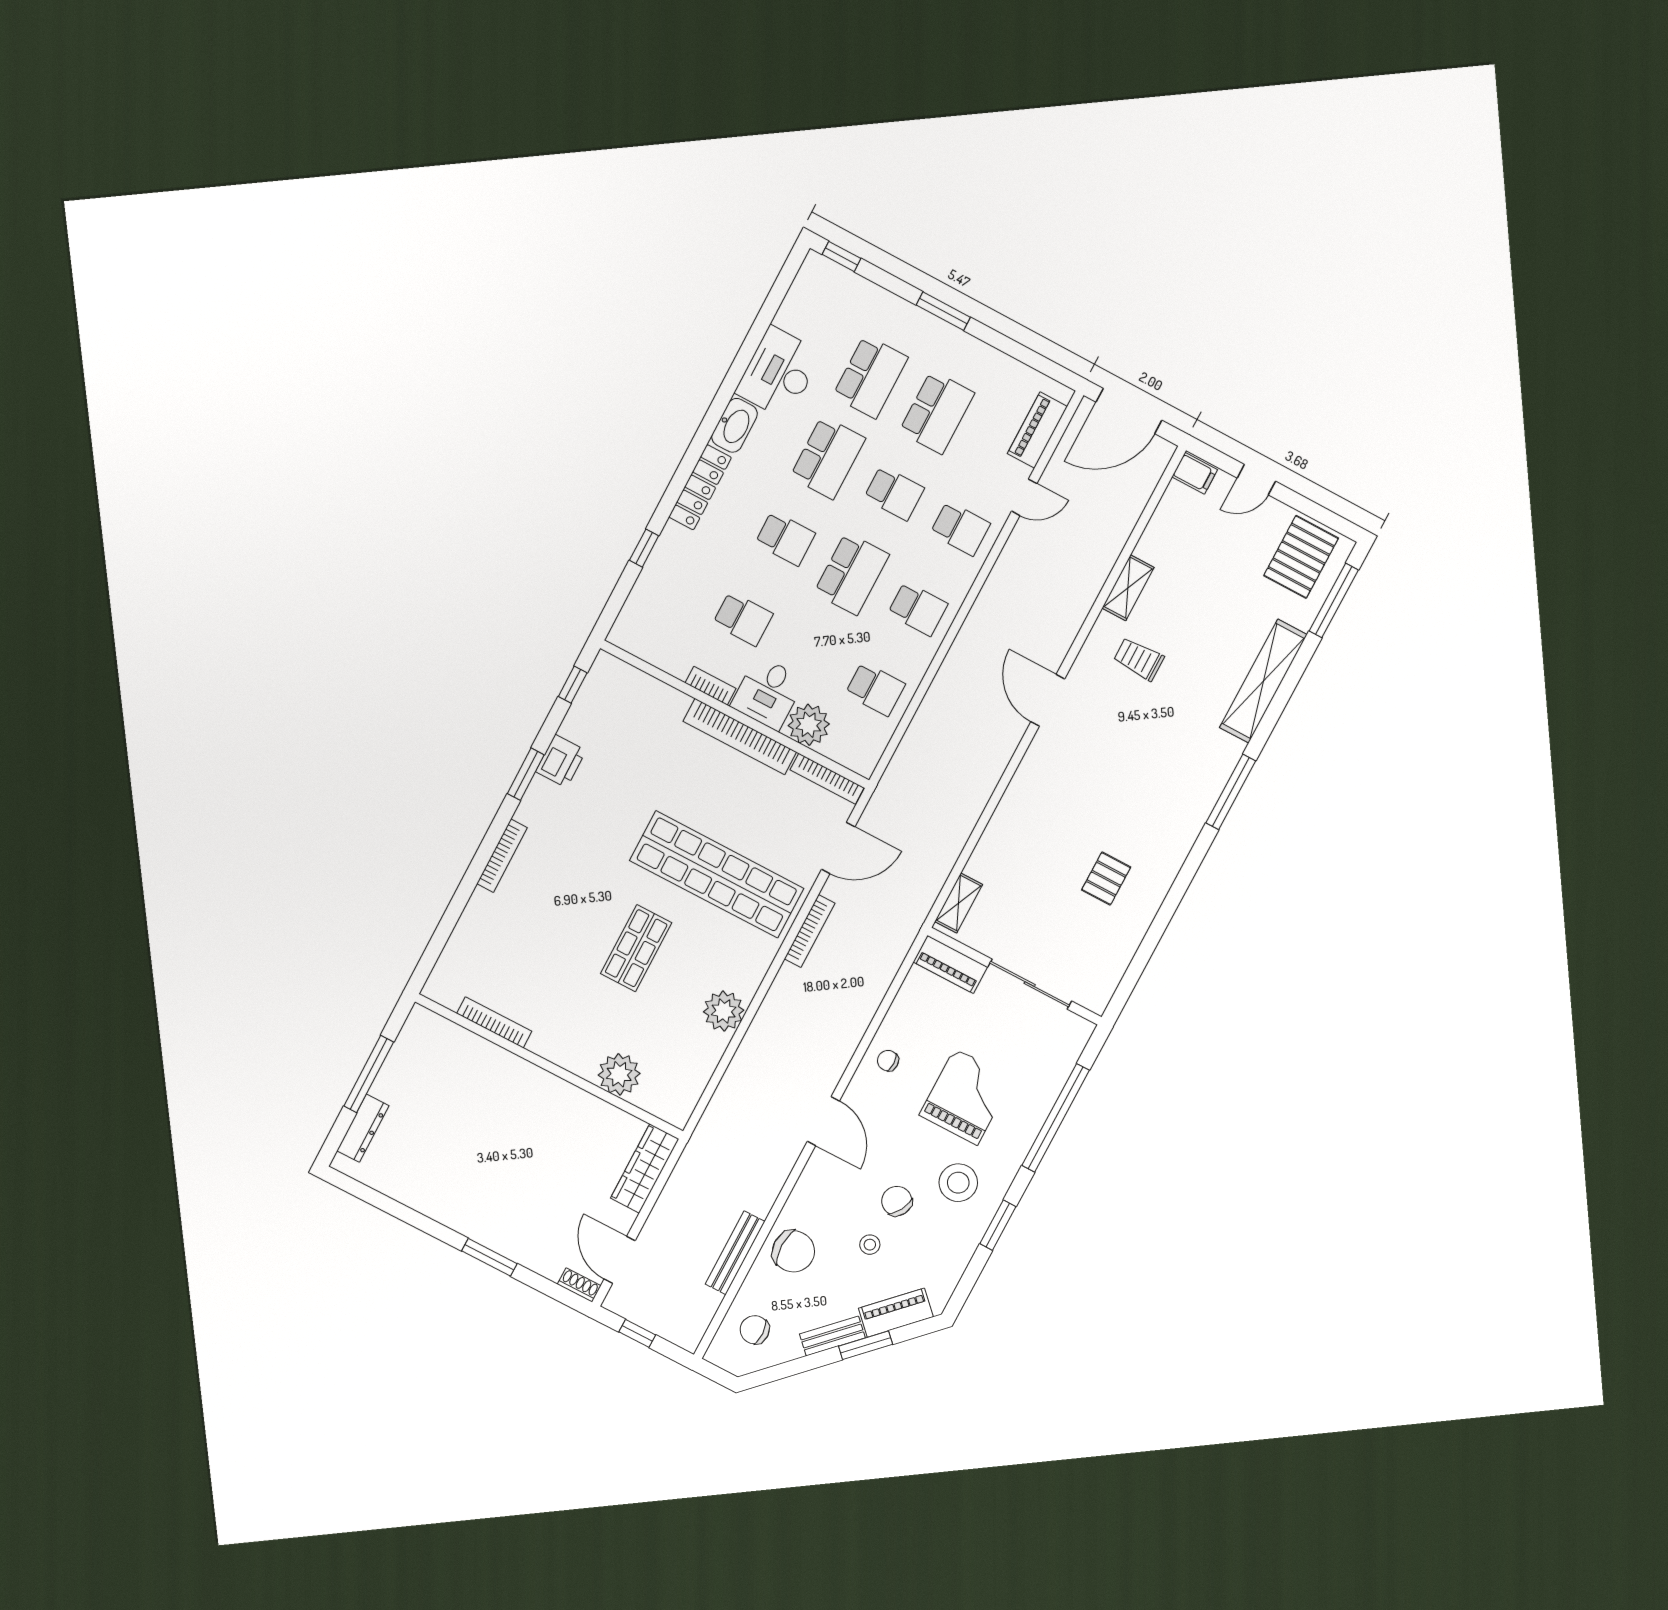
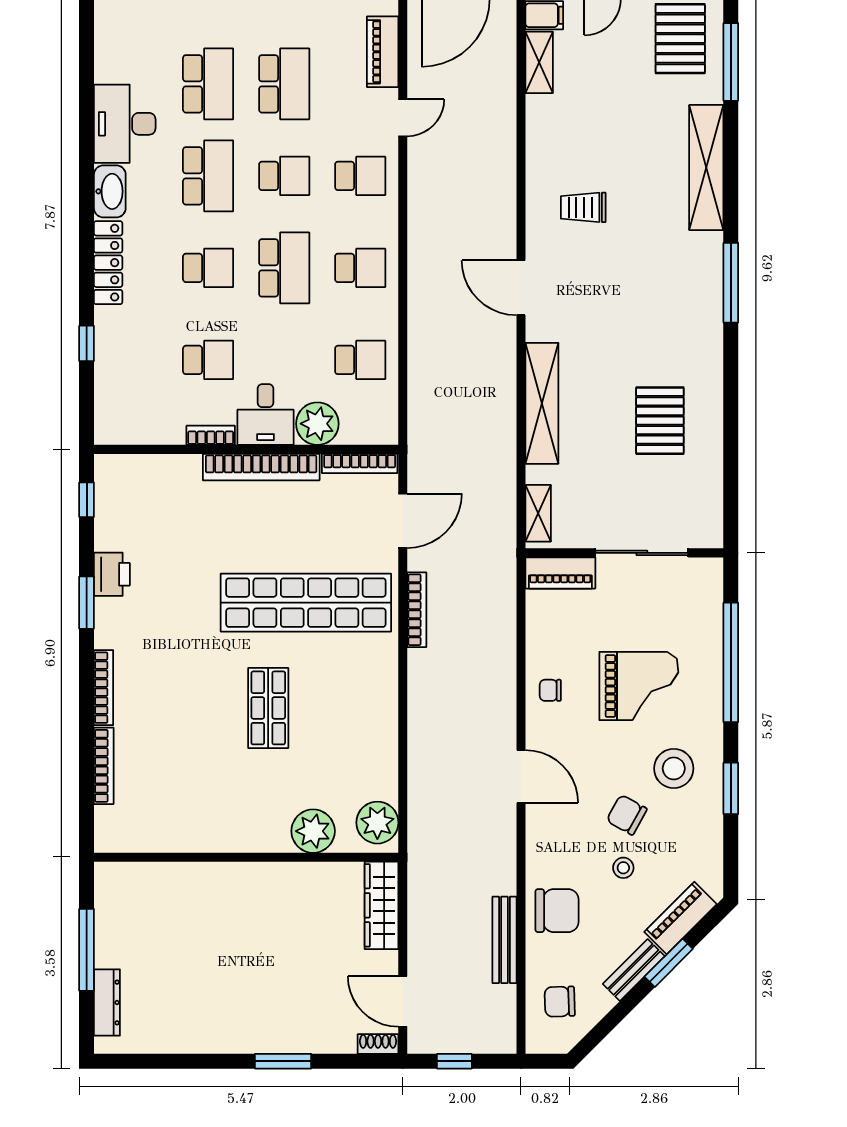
shelving: (1128, 588) -> (539, 62), moved
shelving: (1012, 810) -> (542, 403), added
pallet: (1106, 879) -> (660, 421), width x1.50, depth x1.42
plant: (724, 1011) -> (377, 823), moved
bookcase: (494, 1022) -> (104, 766), moved, turned 90
grand piano: (966, 1097) -> (639, 686), turned 90

